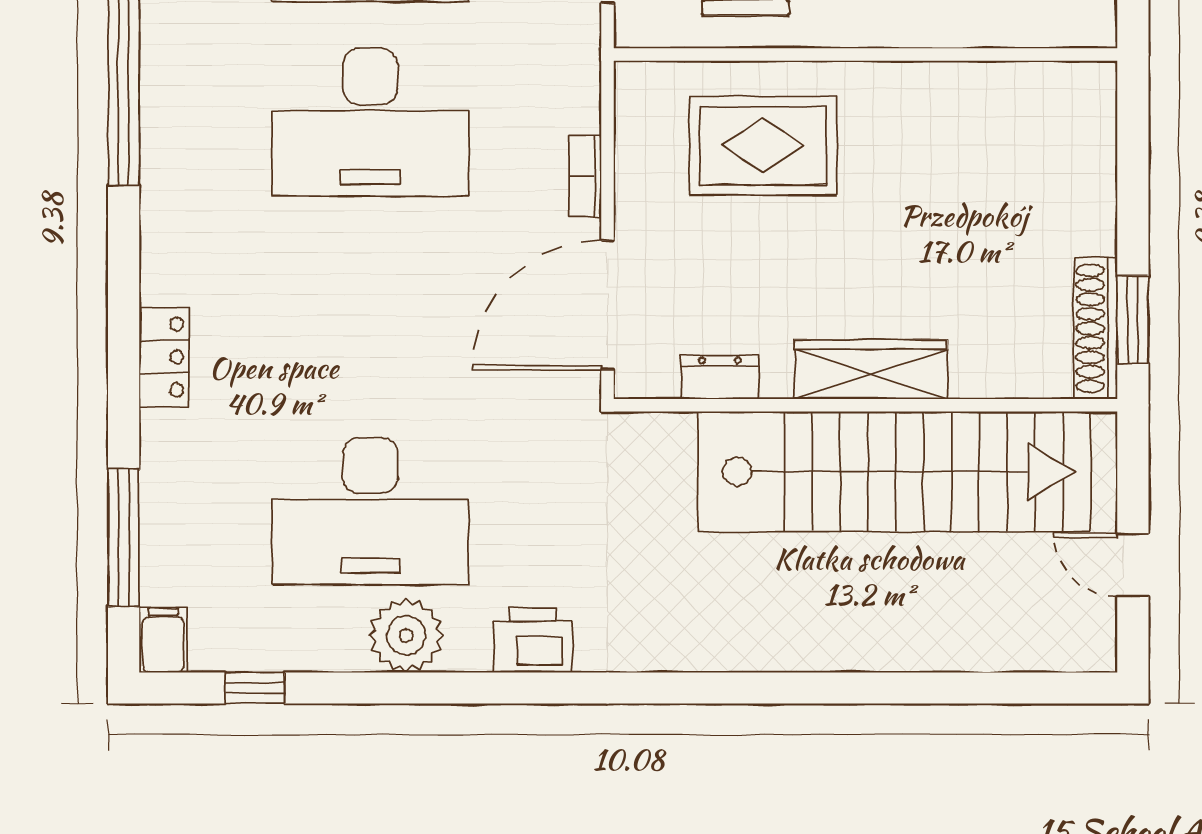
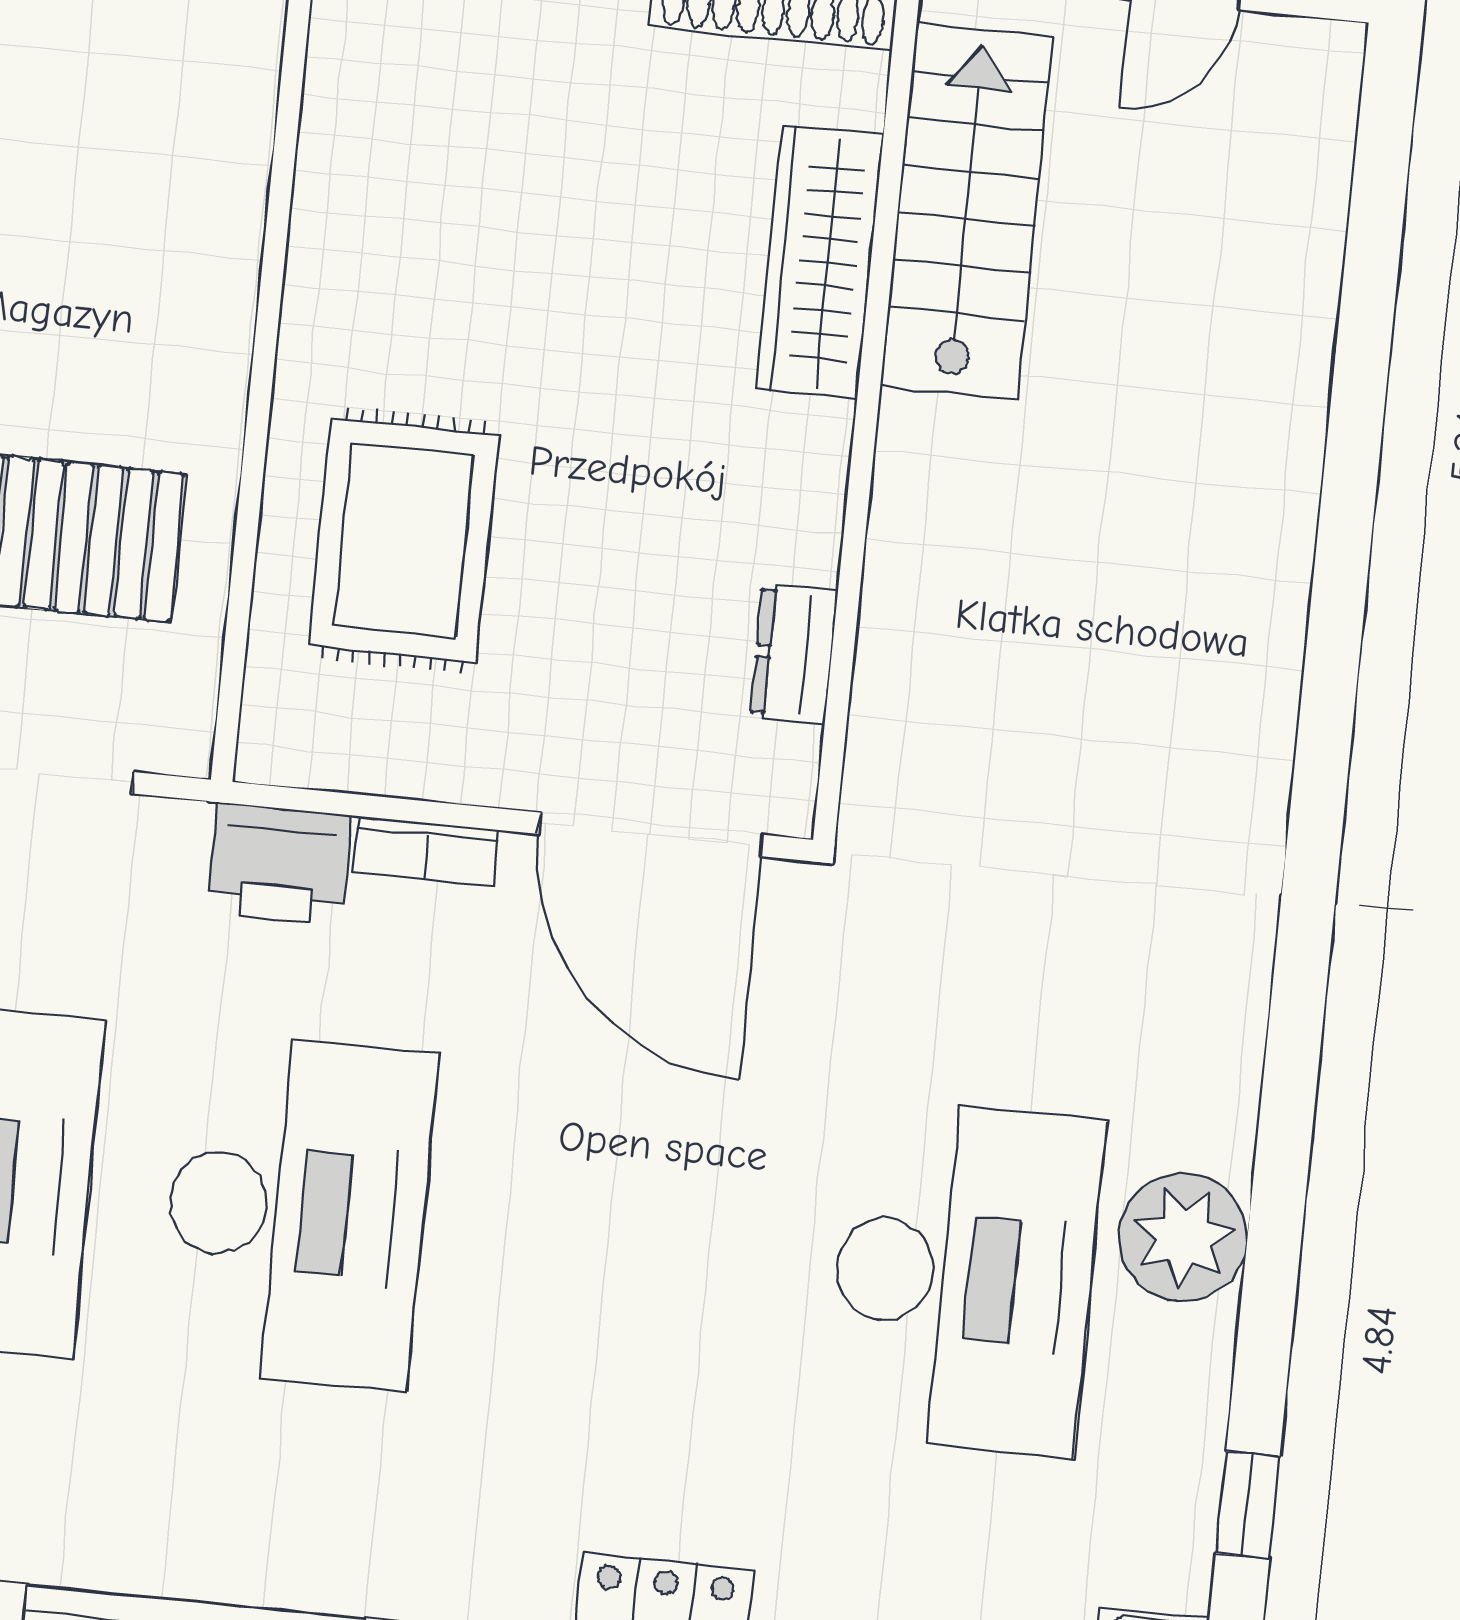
wardrobe: (871, 369) -> (820, 262), moved
stairs: (894, 472) -> (967, 211), width x0.54, depth x0.66
printer: (533, 640) -> (279, 864), moved, turned -90

